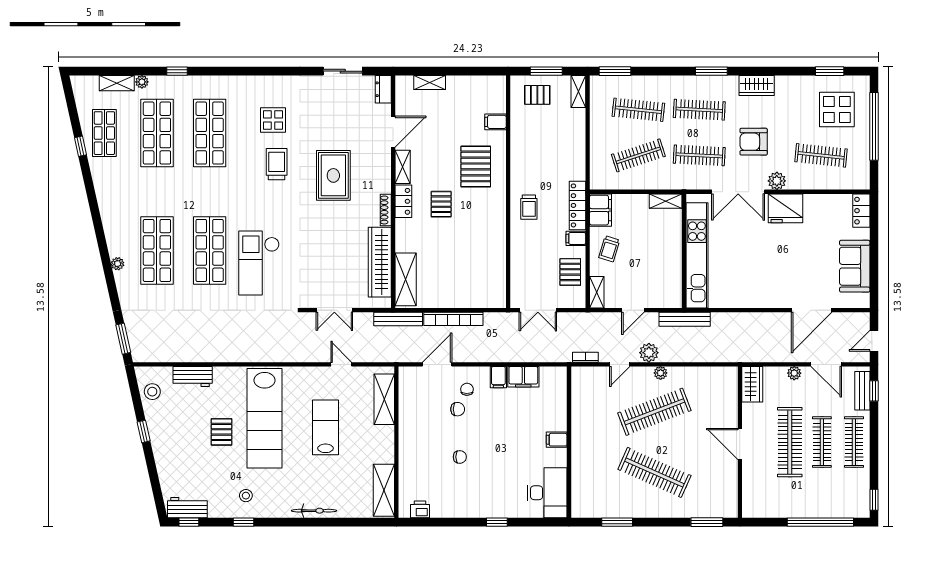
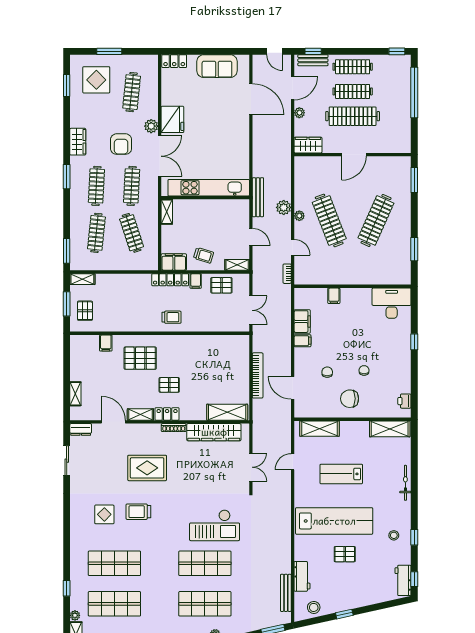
window: (874, 126) -> (109, 51), width x0.47
bench: (398, 319) -> (286, 593), moved
plant: (649, 353) -> (284, 207), moved
chair: (467, 389) -> (350, 399), moved, width x1.87, depth x1.87
filing cabinet: (557, 440) -> (334, 296), moved

